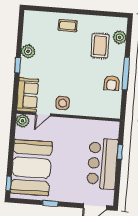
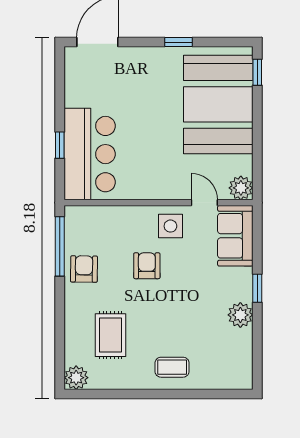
plant: (120, 37) -> (76, 378), moved
window: (126, 74) -> (60, 246), moved
armchair: (77, 82) -> (147, 266), added
door: (43, 114) -> (204, 203), hinge flipped
bar counter: (102, 164) -> (90, 154), moved

